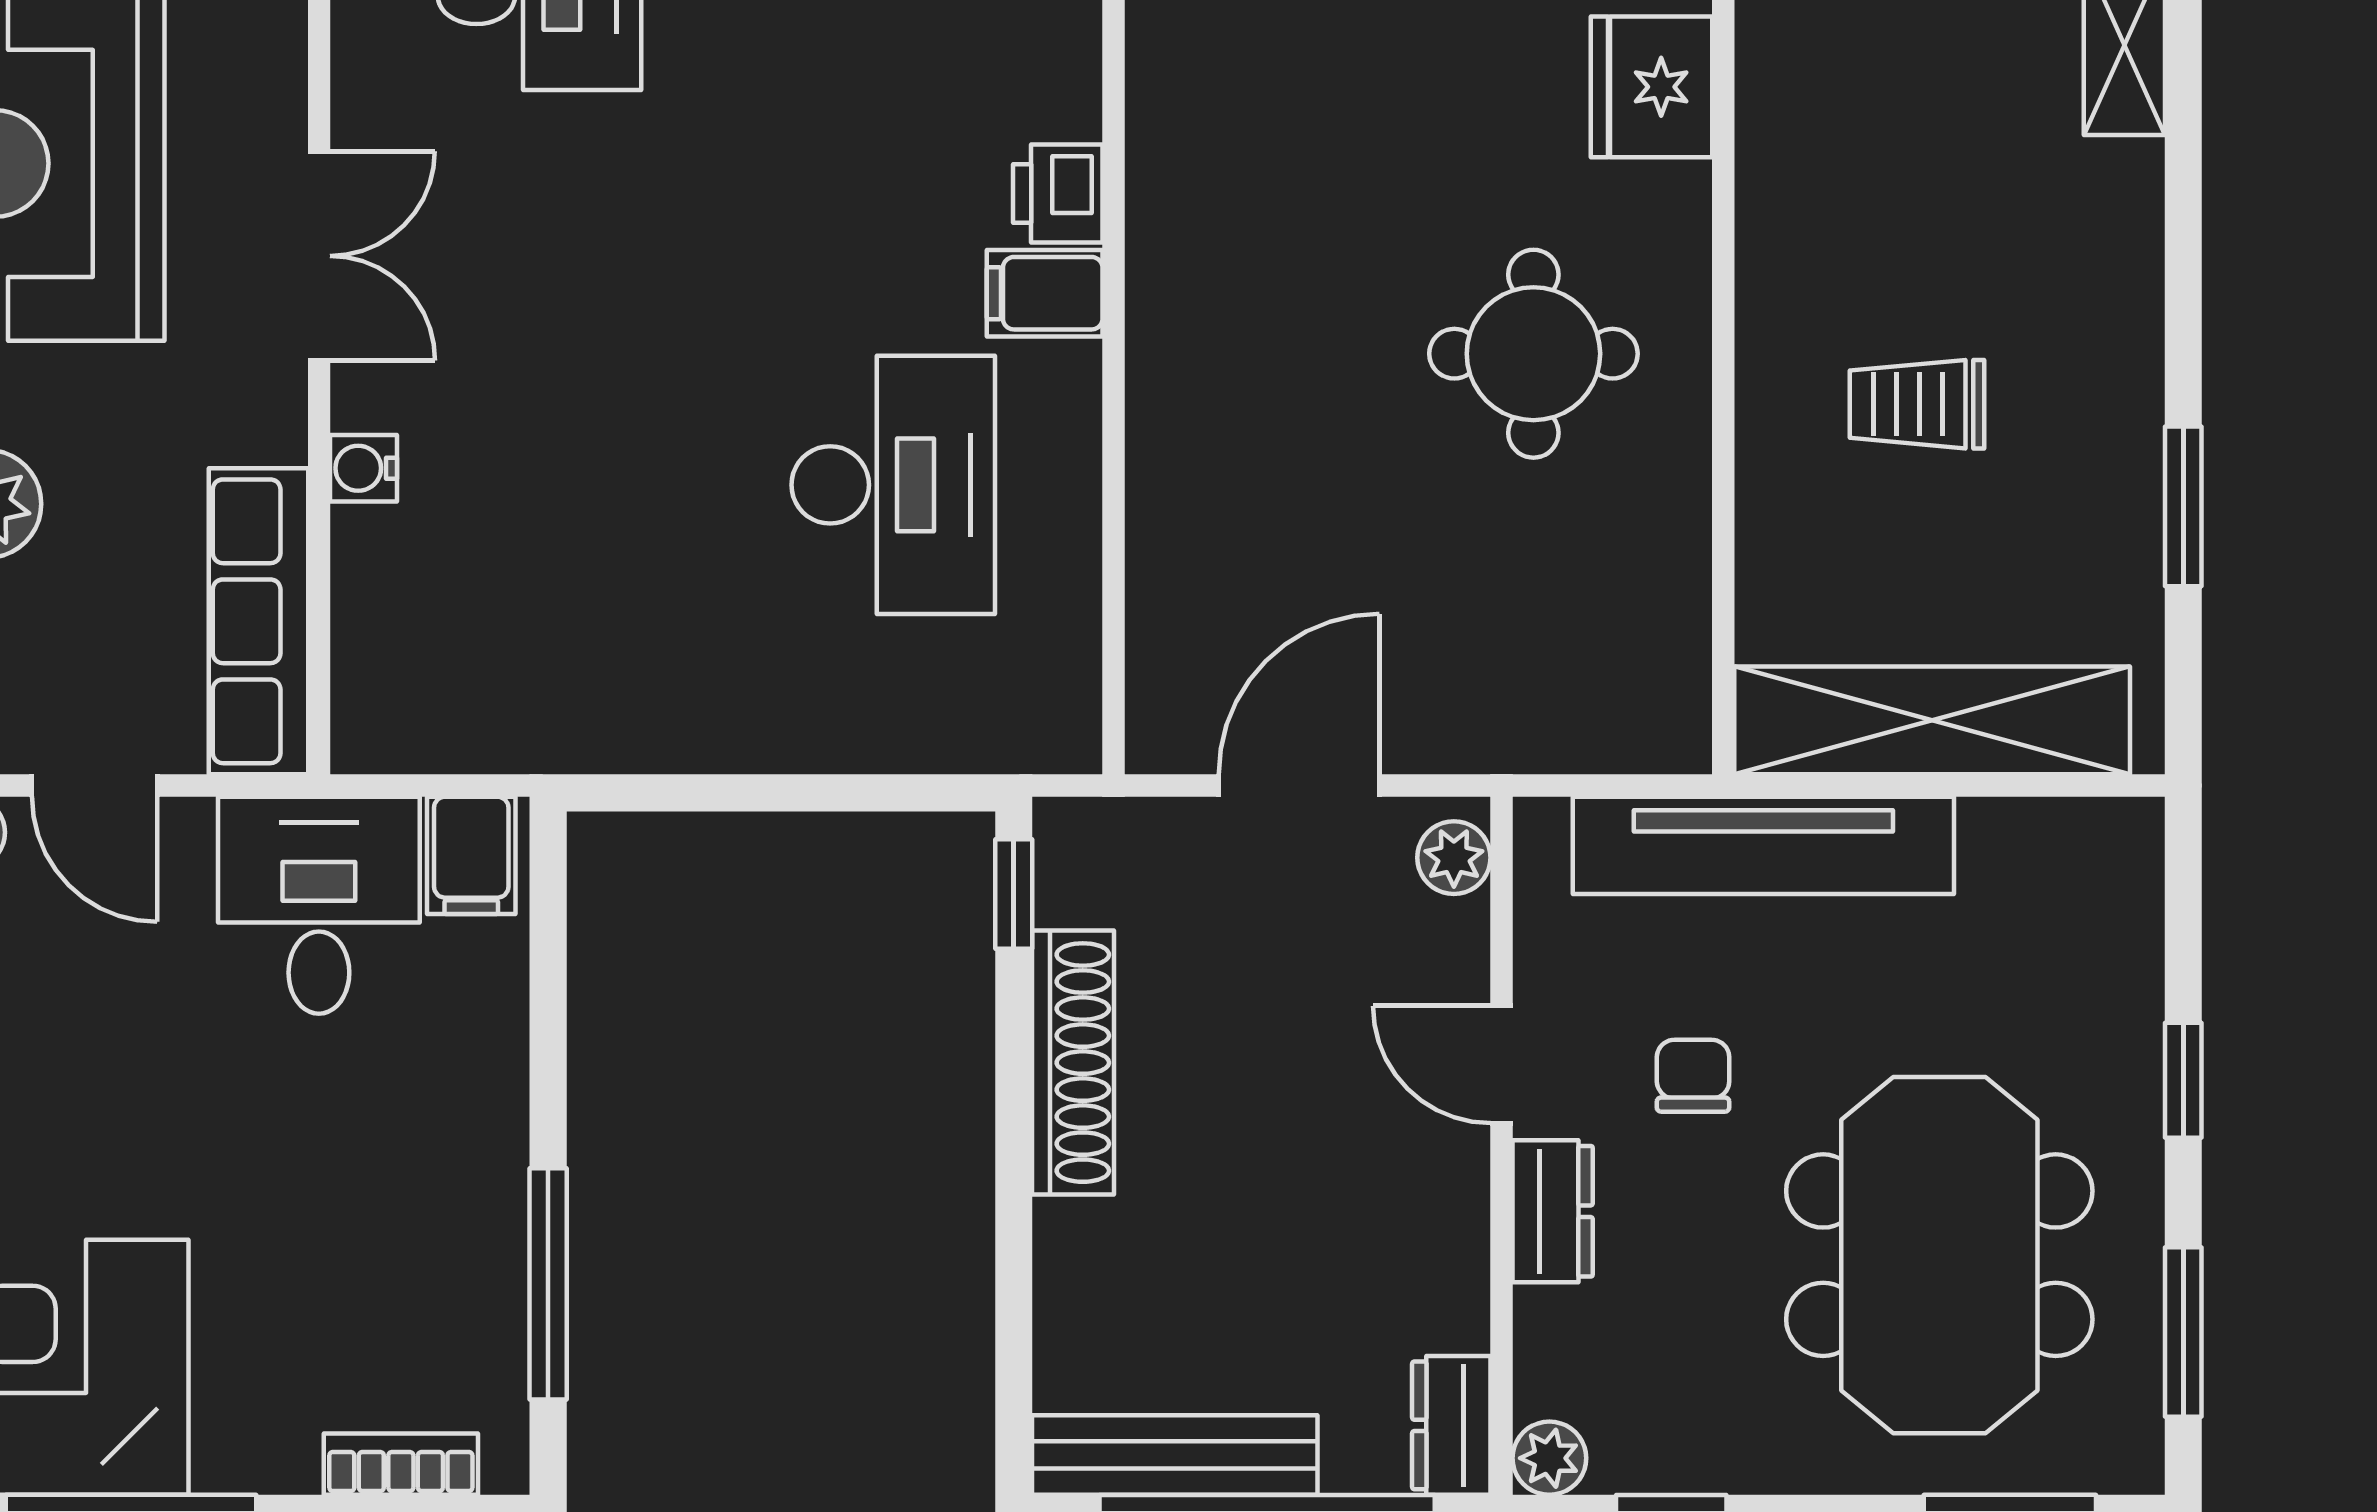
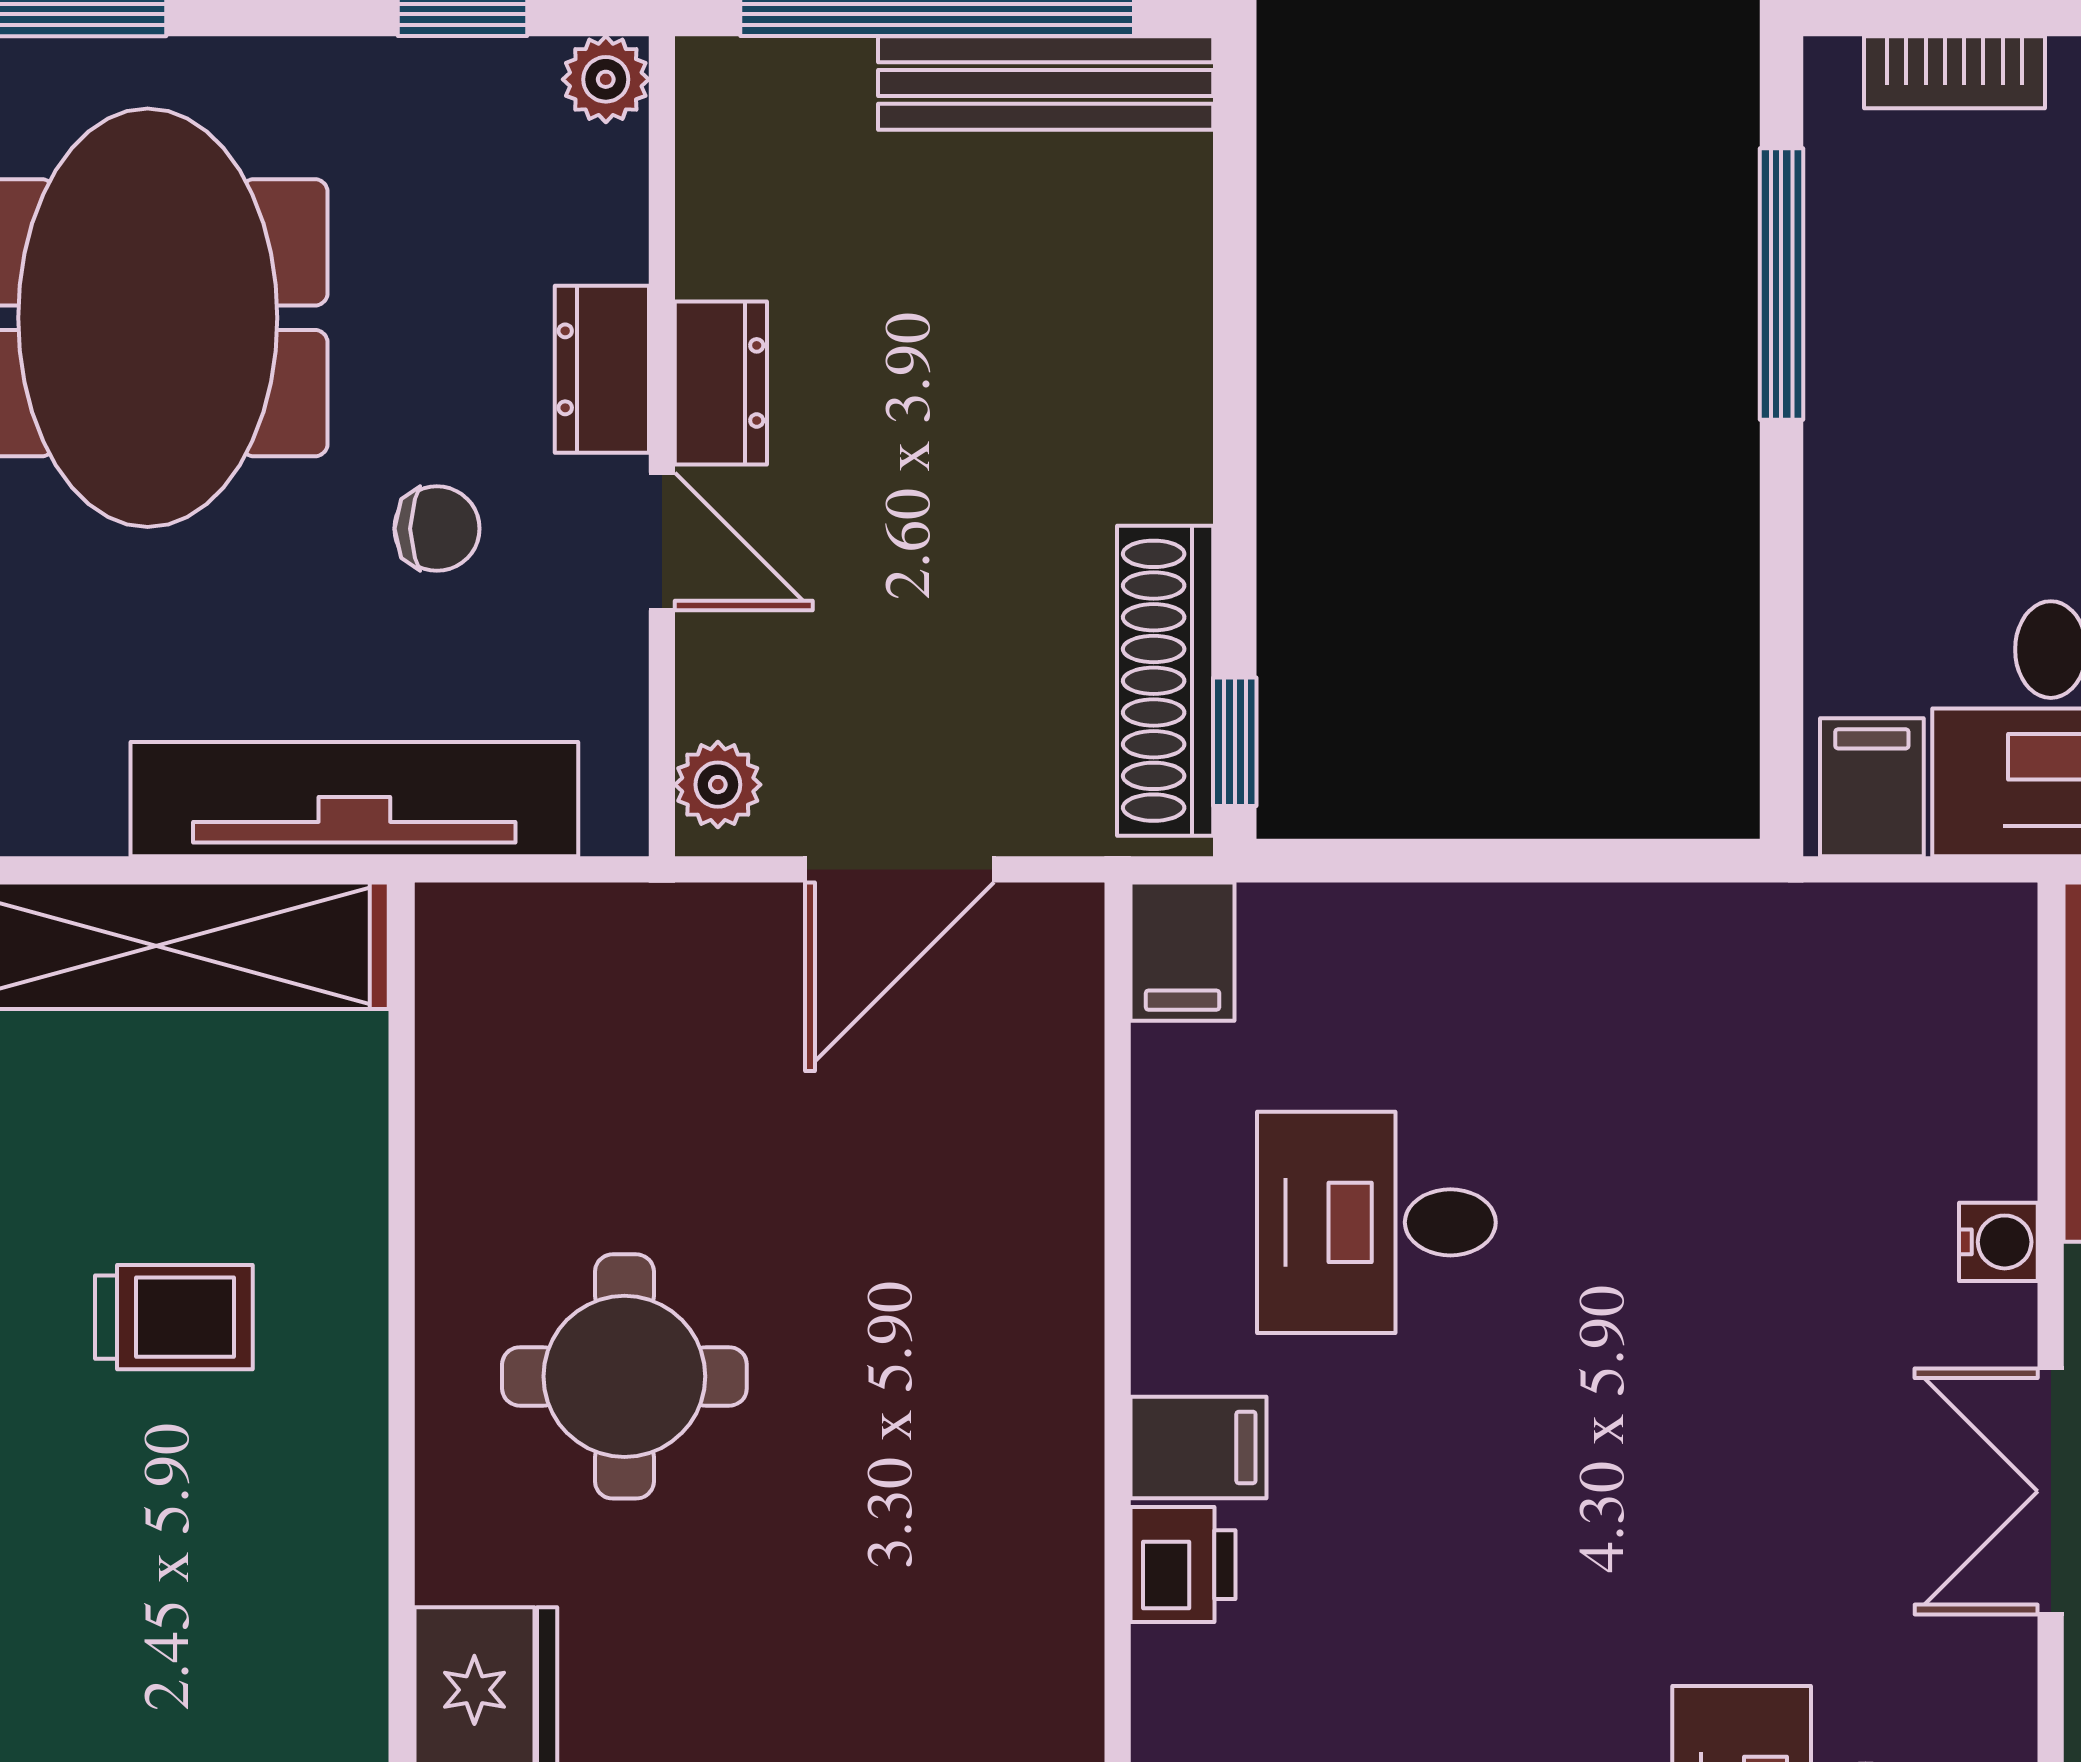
desk: (893, 485) -> (1376, 1222), width x0.73
filing cabinet: (1058, 715) -> (1183, 952), added
shoe rack: (1073, 1063) -> (1165, 681), moved
chair: (1693, 1076) -> (437, 529), turned -90
dresser: (1451, 1425) -> (721, 383), moved

